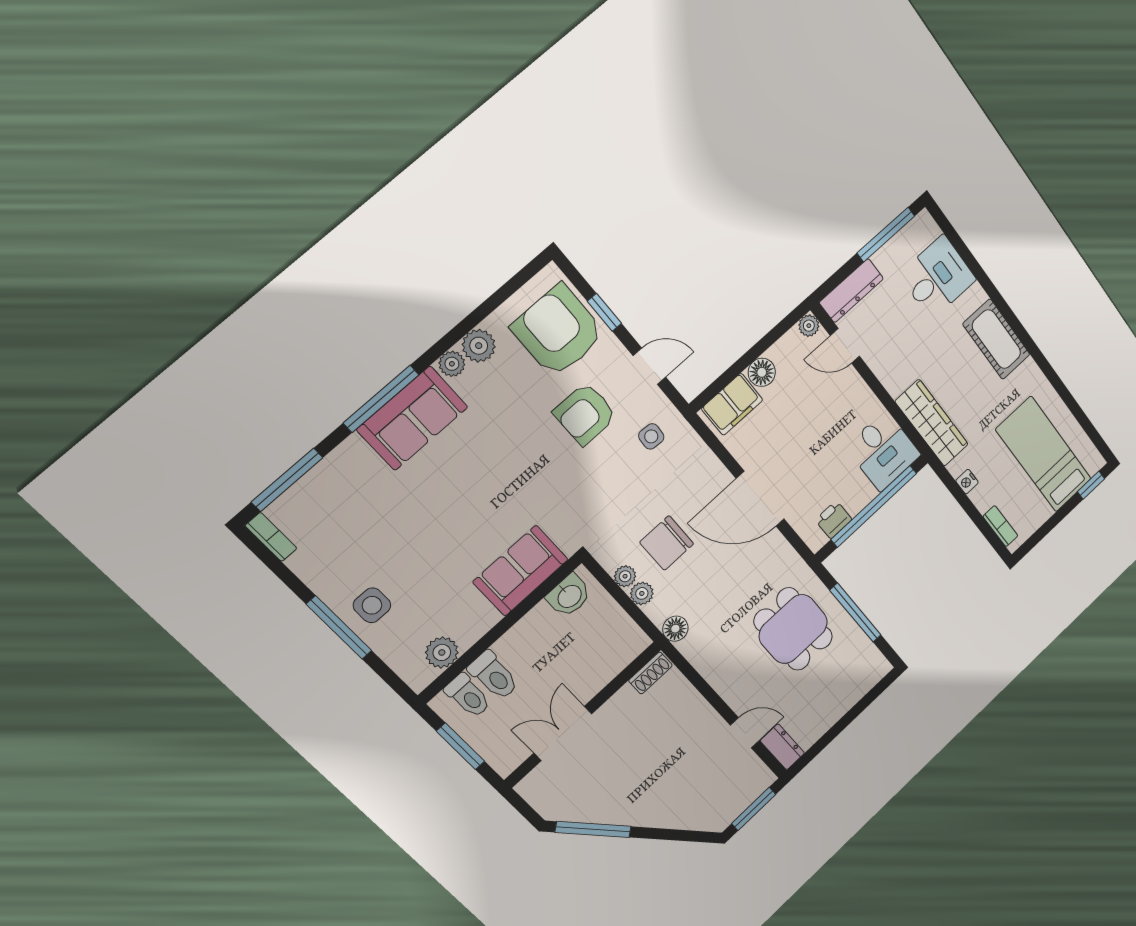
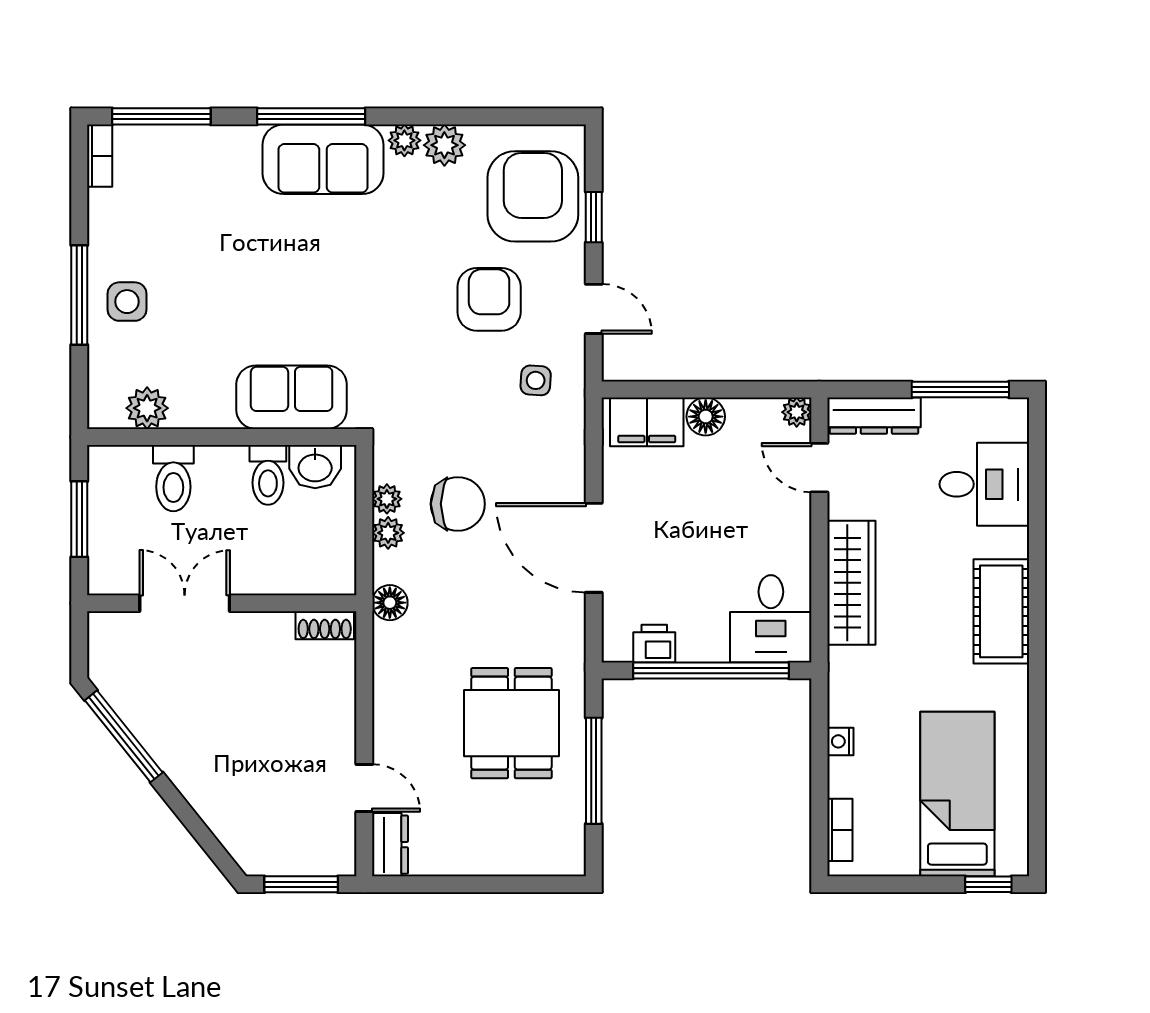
armchair: (585, 414) -> (489, 299), turned 90
wardrobe: (932, 423) -> (851, 583), moved
chair: (667, 543) -> (458, 504), turned 180
toilet: (468, 696) -> (268, 475), moved

